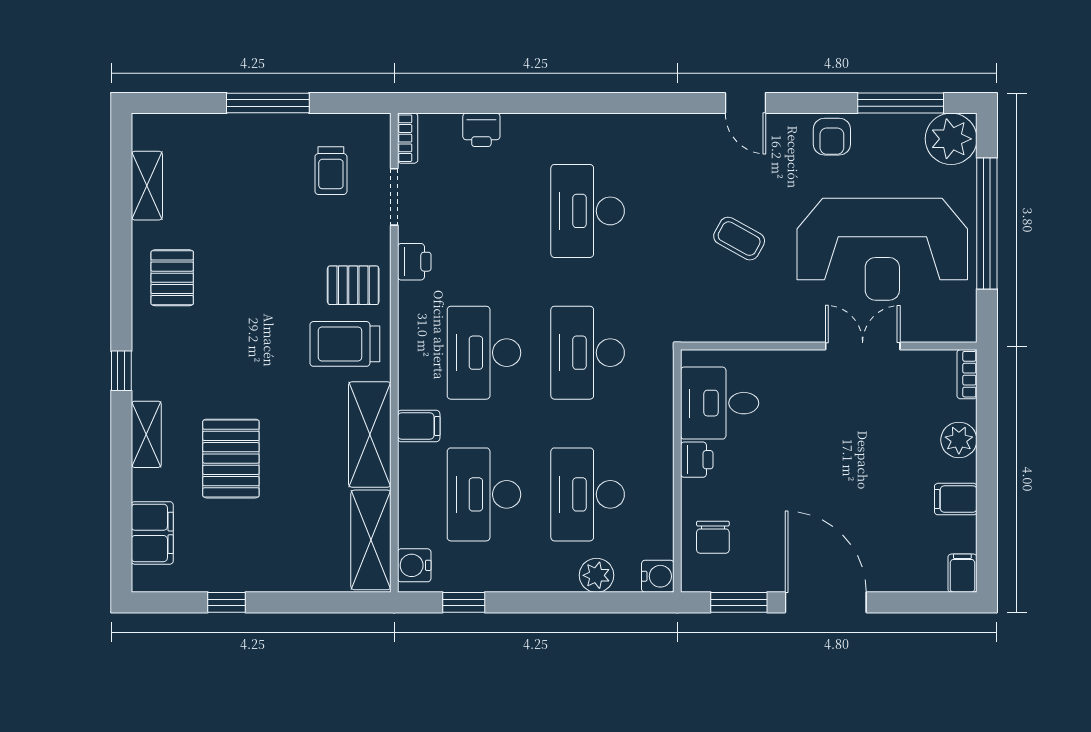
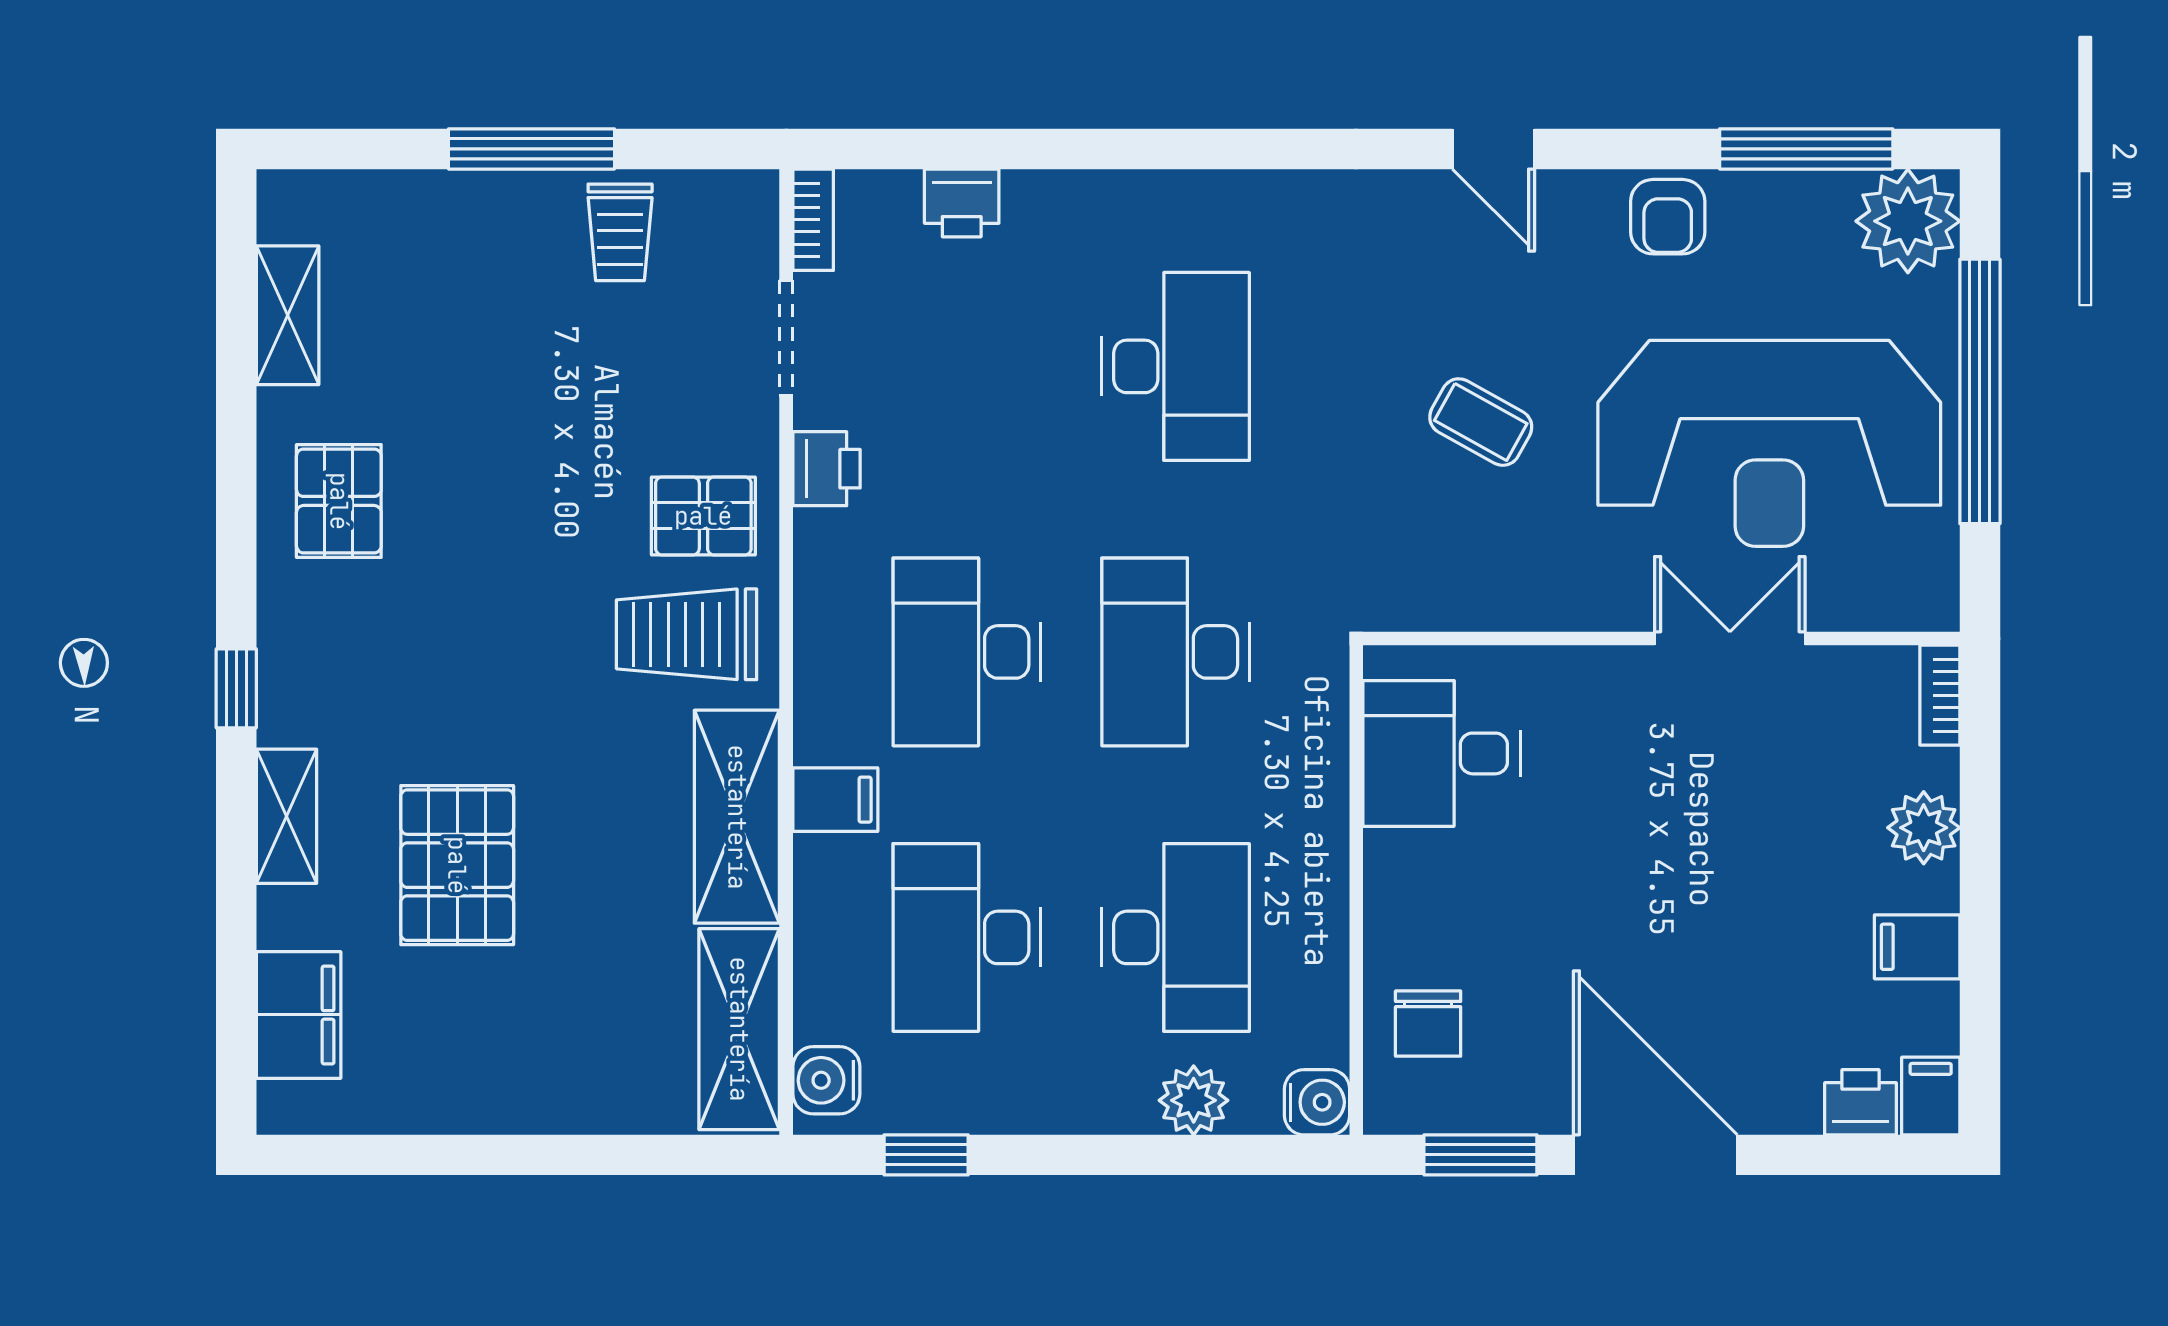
trolley: (331, 171) -> (620, 232), moved
desk: (588, 211) -> (1176, 366), turned 180
printer: (697, 460) -> (1861, 1102), moved, turned -90
desk: (588, 494) -> (1176, 937), turned 180
window: (227, 602) -> (448, 1155), removed

